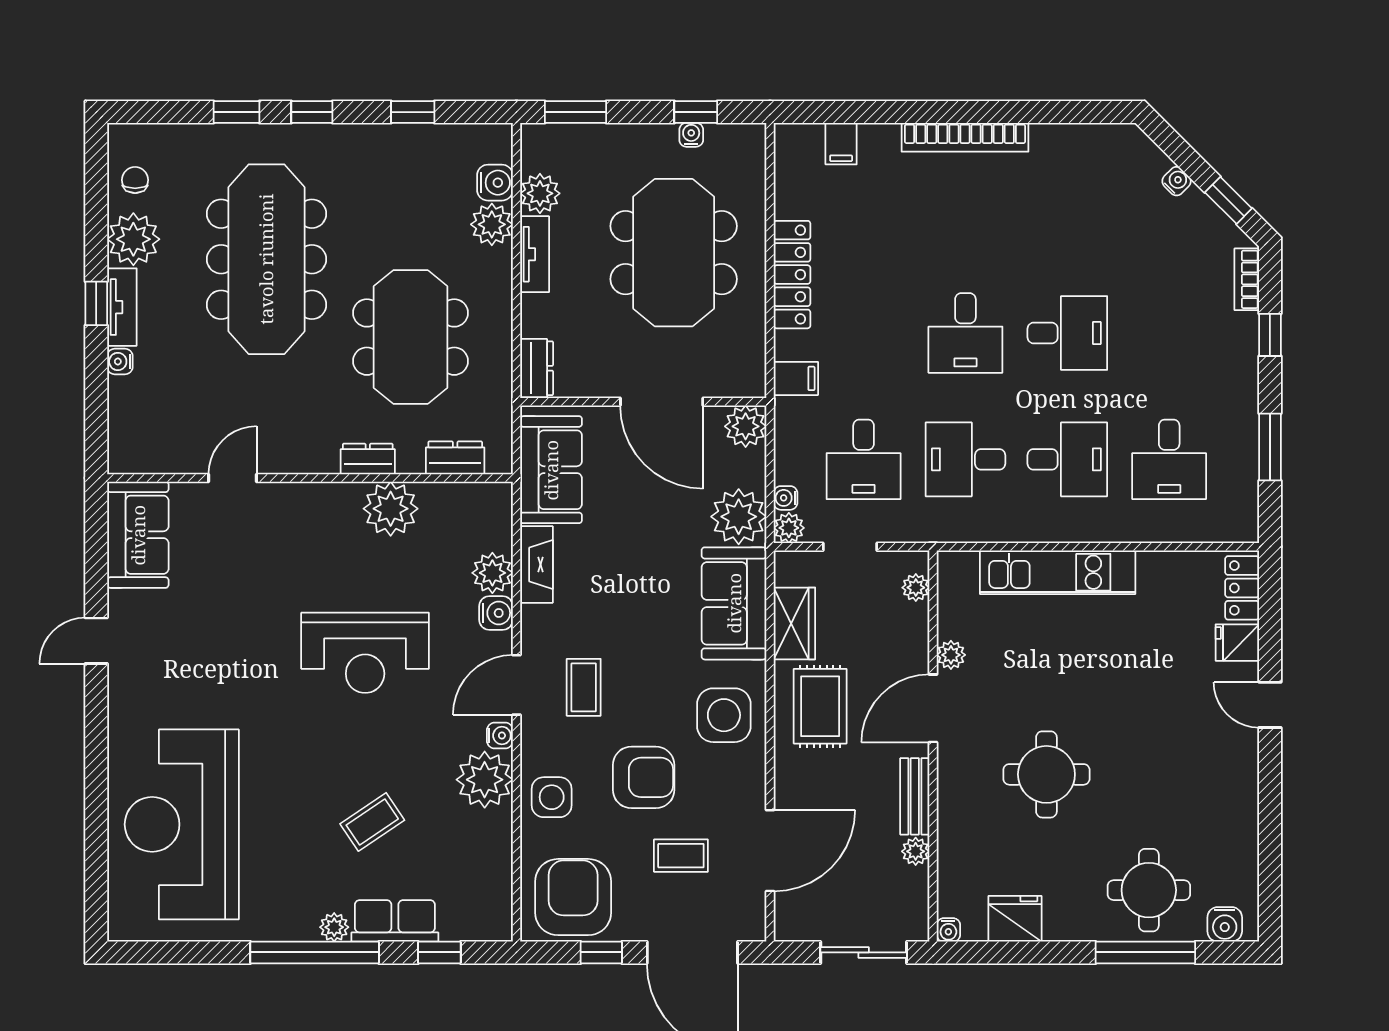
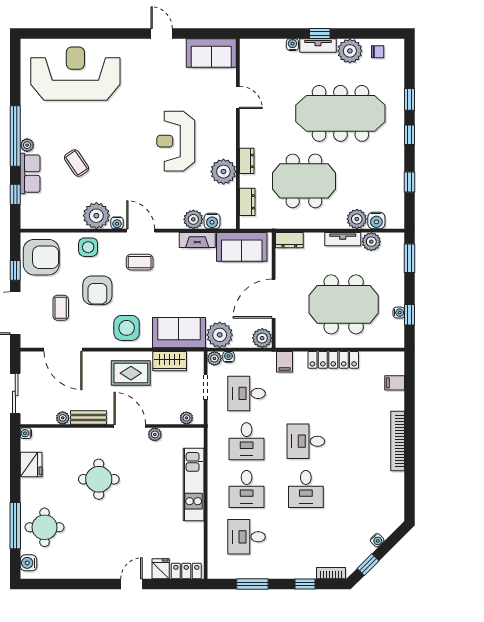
desk: (965, 459) -> (247, 441), turned 180
water cooler: (496, 613) -> (212, 221), moved
reception desk: (365, 653) -> (176, 141), moved

